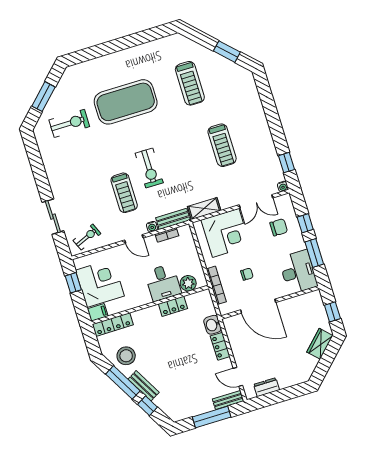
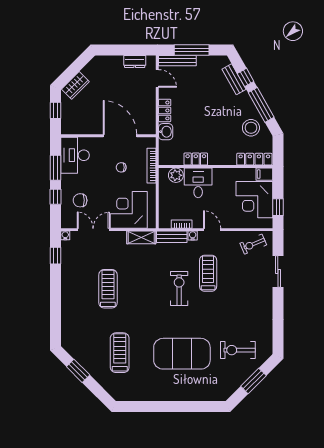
bench: (144, 386) -> (234, 79), moved
bench: (228, 400) -> (177, 61), width x1.36

